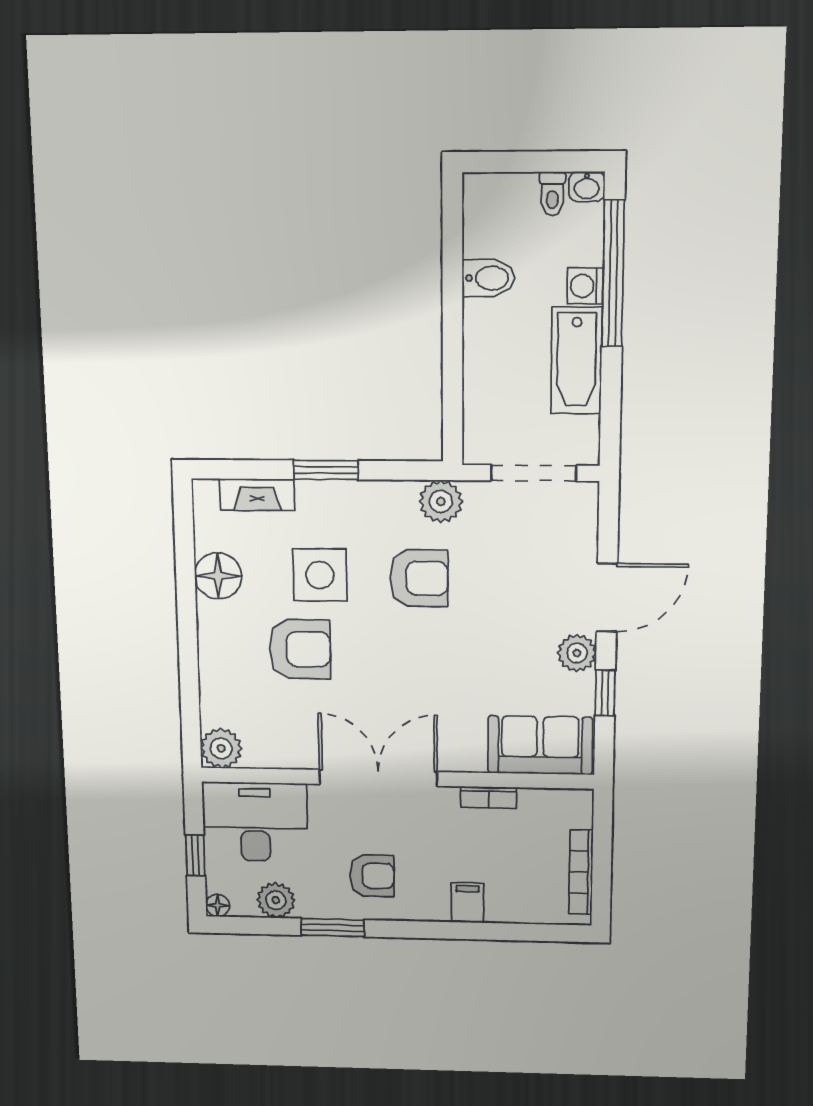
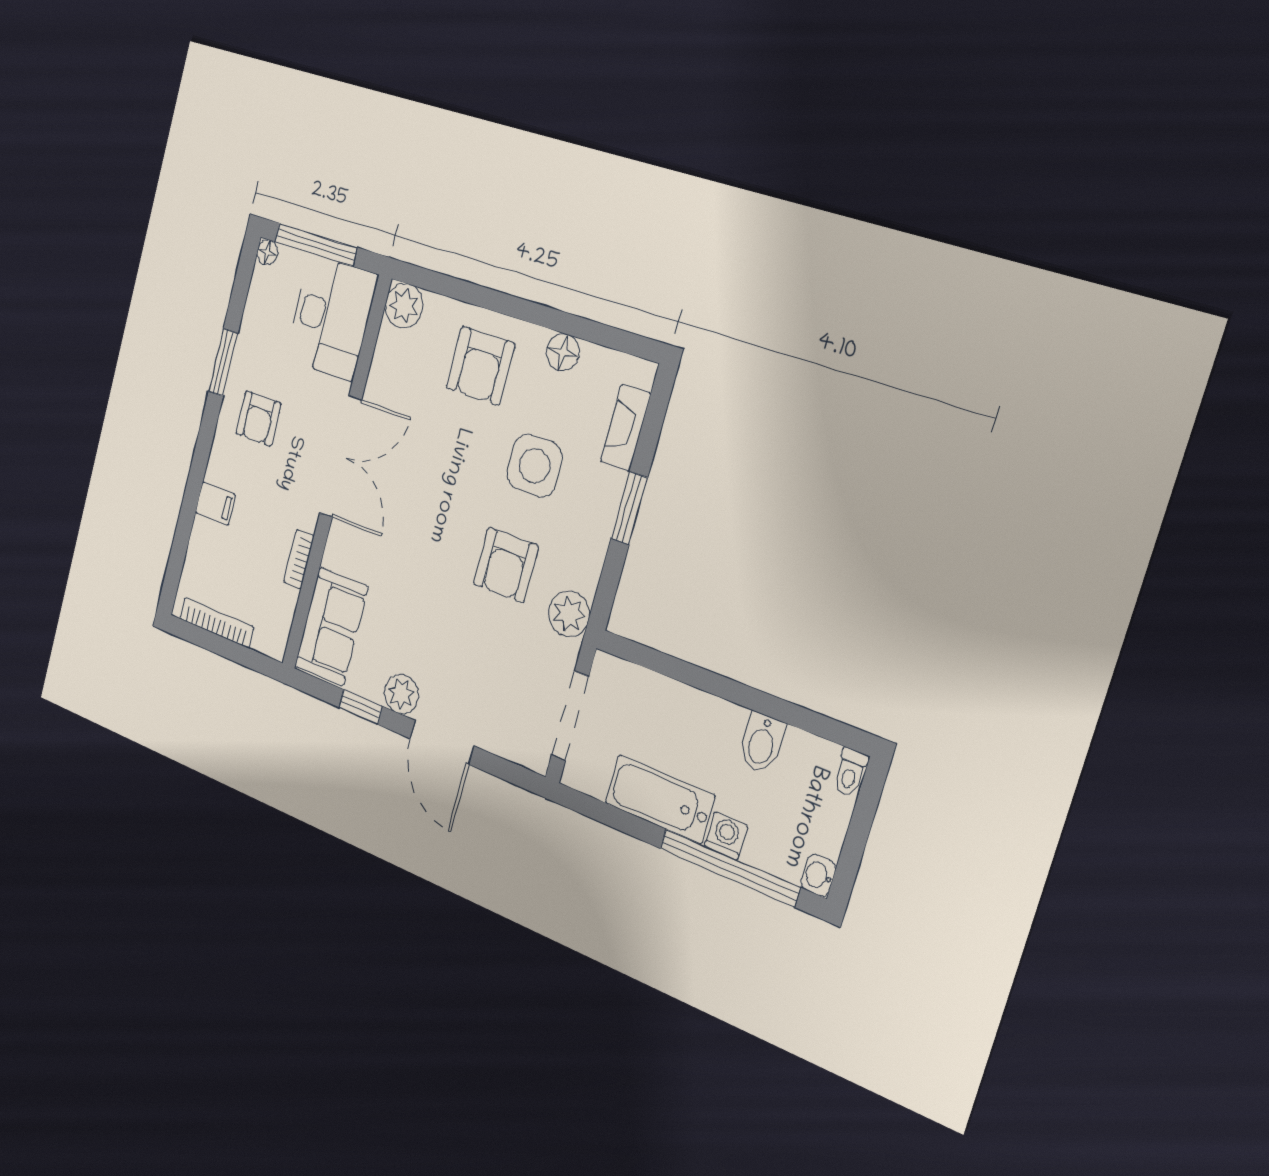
toilet: (552, 194) -> (850, 772), moved, turned -90
floor lamp: (218, 576) -> (563, 352), width x0.73, depth x0.73
armchair: (300, 649) -> (481, 366), moved
window: (195, 855) -> (316, 245), width x2.17
plant: (276, 900) -> (259, 314), removed

